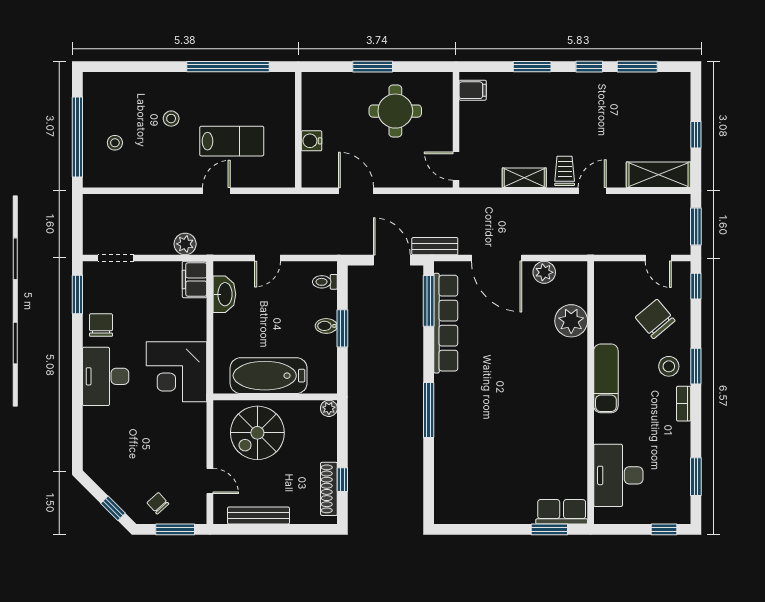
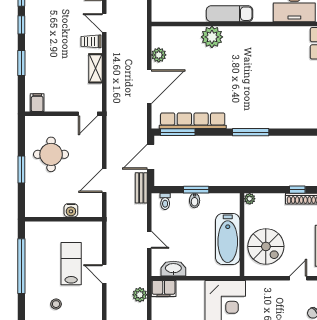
bench: (435, 246) -> (141, 188), moved
plant: (571, 321) -> (212, 37), moved

